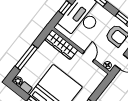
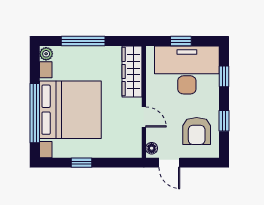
door: (89, 57) -> (144, 117), hinge flipped

